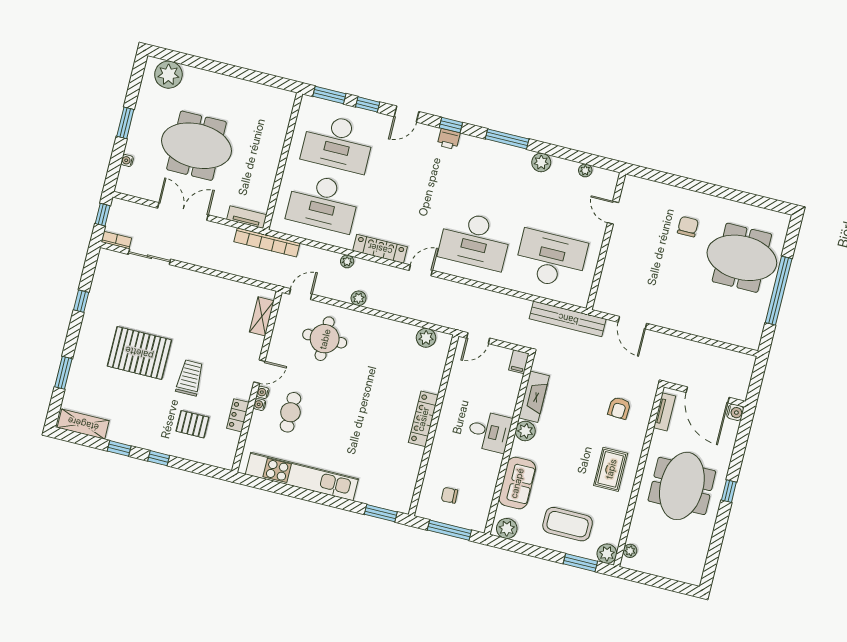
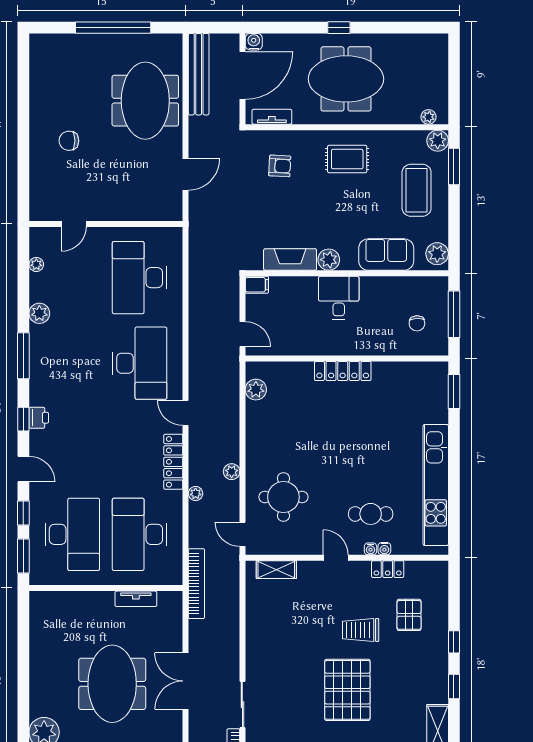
desk: (323, 203) -> (140, 534), turned 180
tv unit: (247, 217) -> (136, 599), moved, turned -90
meeting table: (742, 258) -> (145, 101), moved
bench: (568, 319) -> (199, 74), moved
water cooler: (263, 392) -> (384, 549), moved

